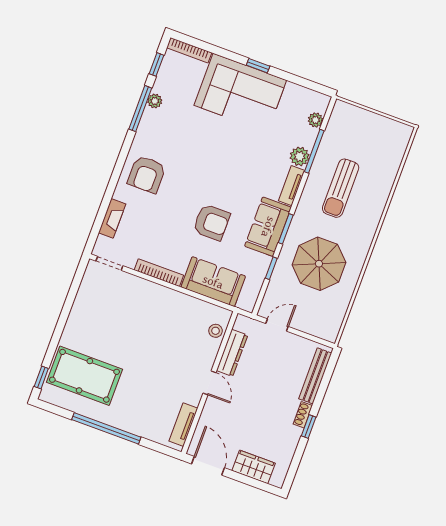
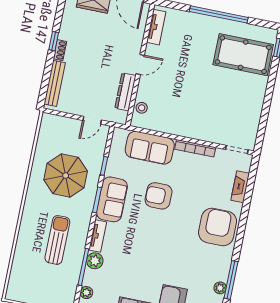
armchair: (147, 174) -> (218, 227), width x1.36, depth x1.36
door: (209, 383) -> (140, 65), swing flipped

